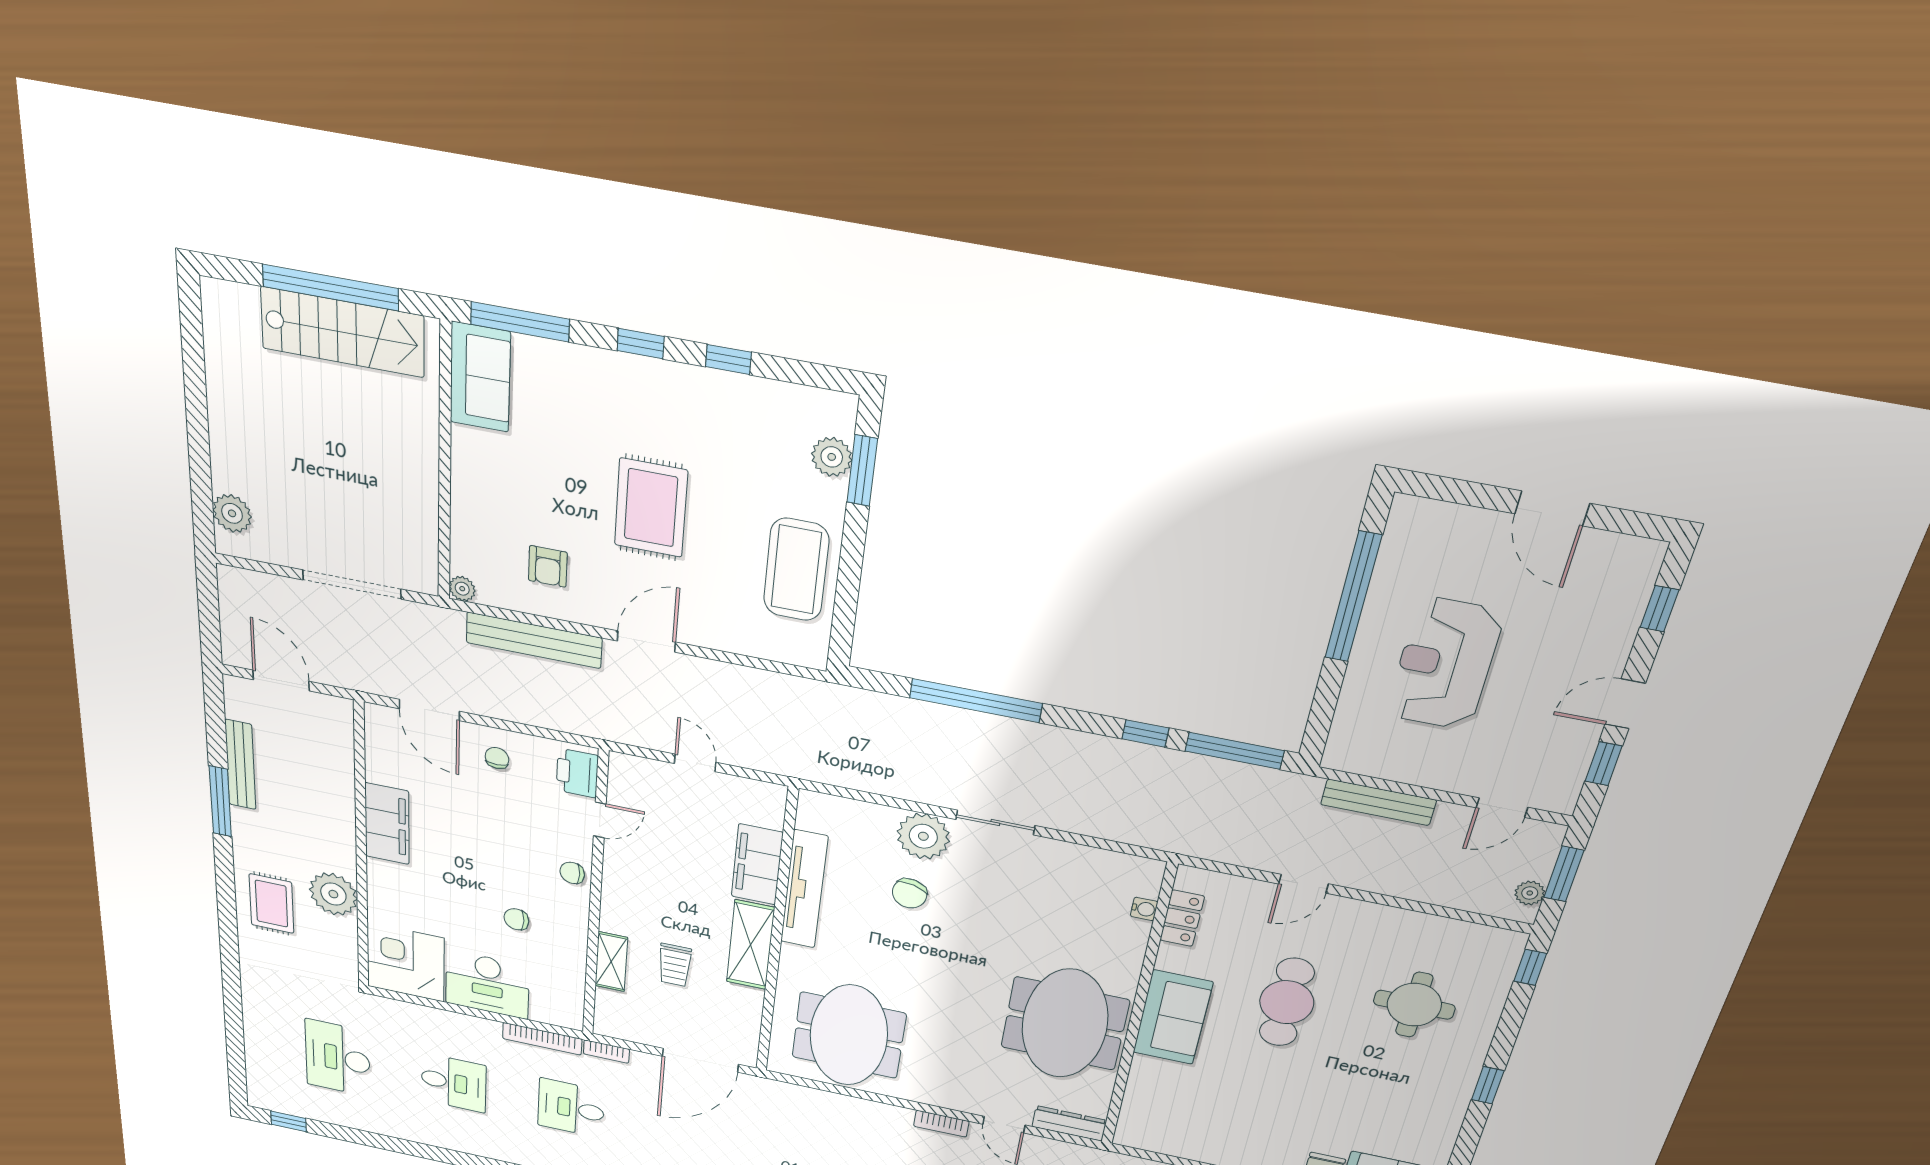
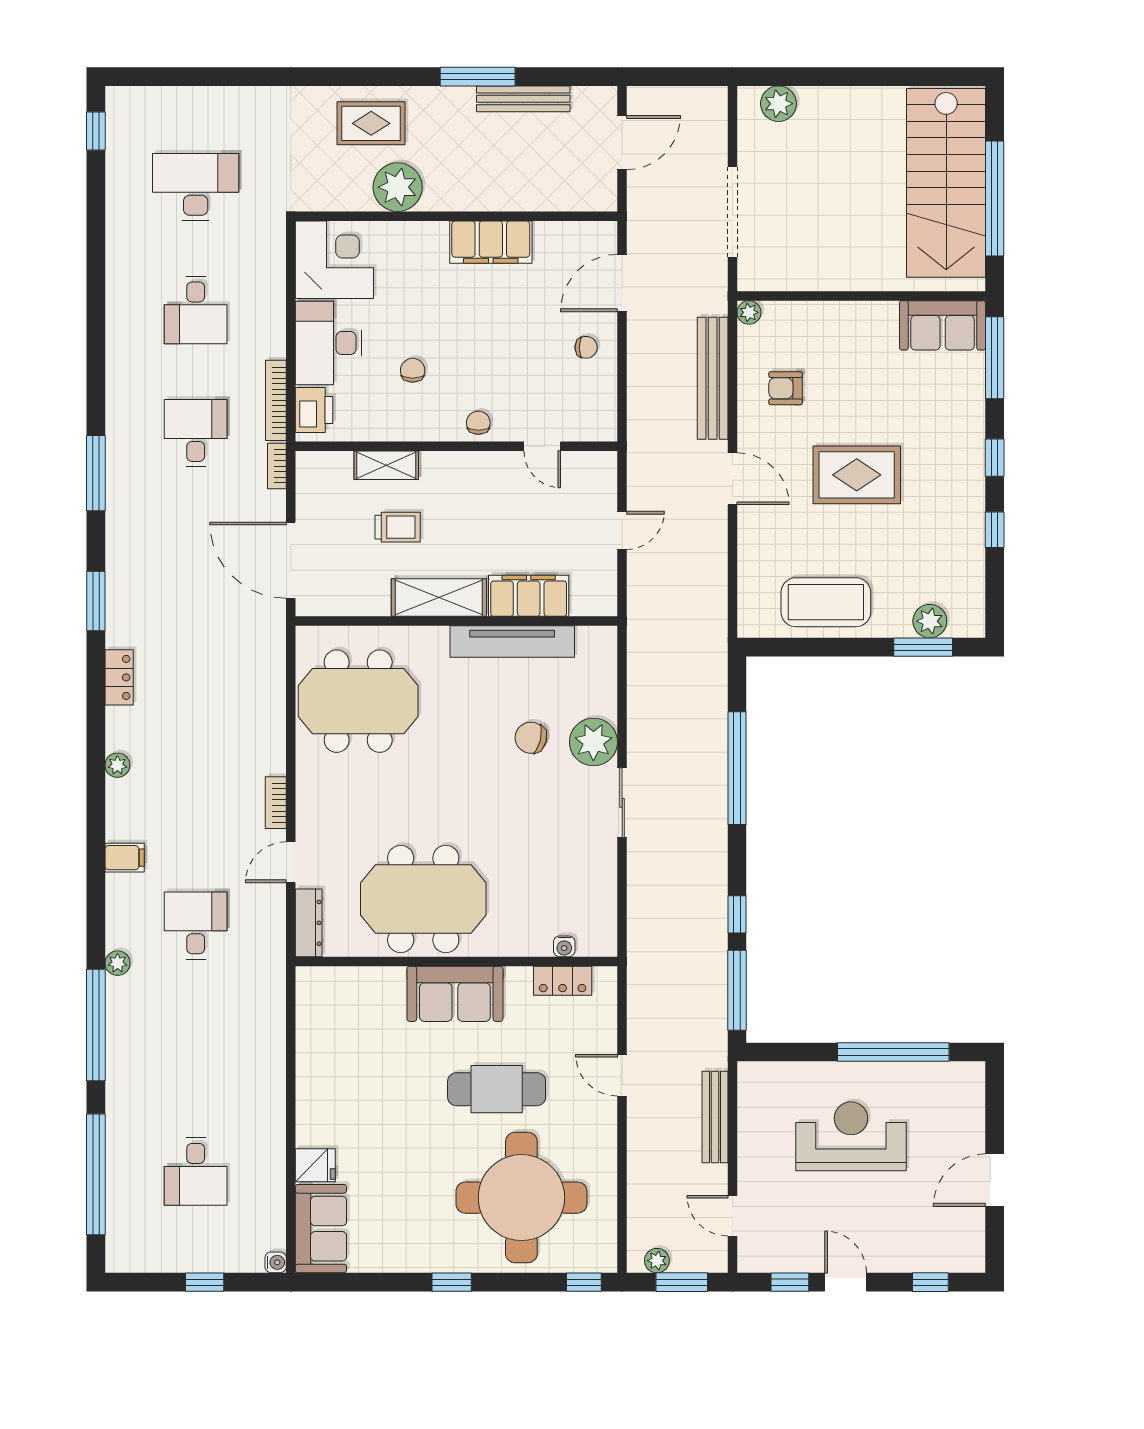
stairs: (343, 332) -> (946, 183), width x1.36, depth x1.51
printer: (577, 773) -> (314, 410), moved, turned 90
trolley: (675, 965) -> (398, 527), turned 180
round table: (1414, 1005) -> (521, 1198), width x1.86, depth x1.86

